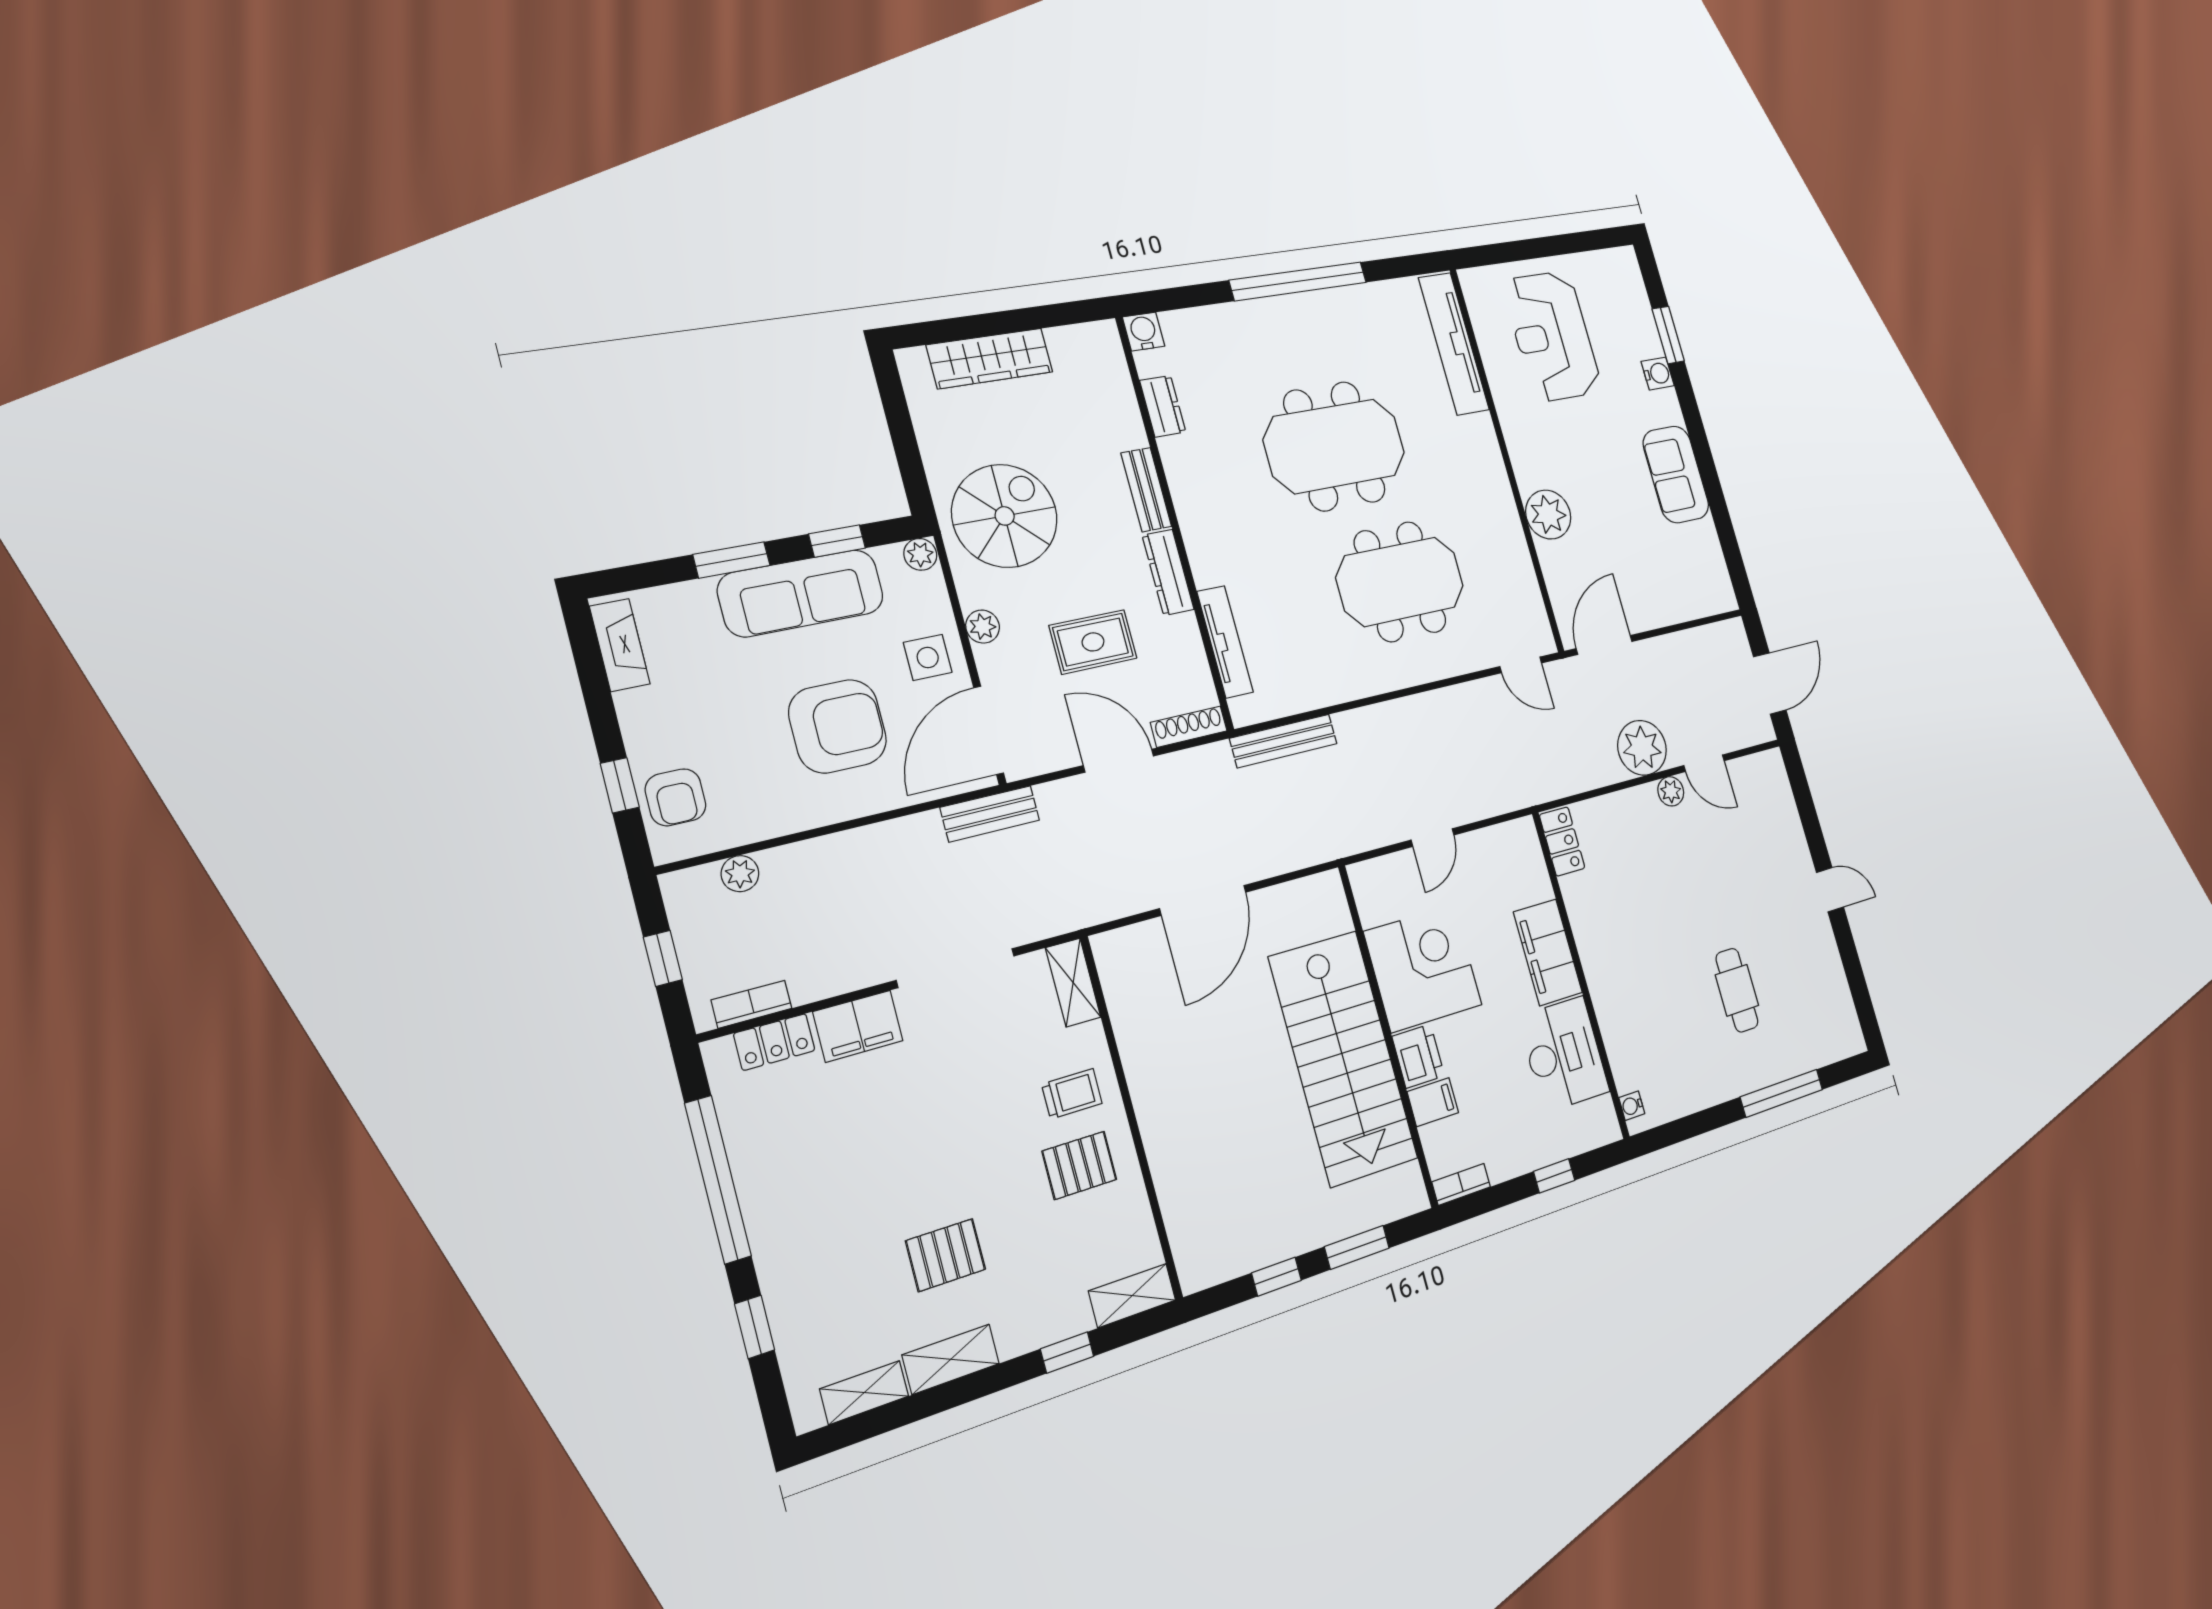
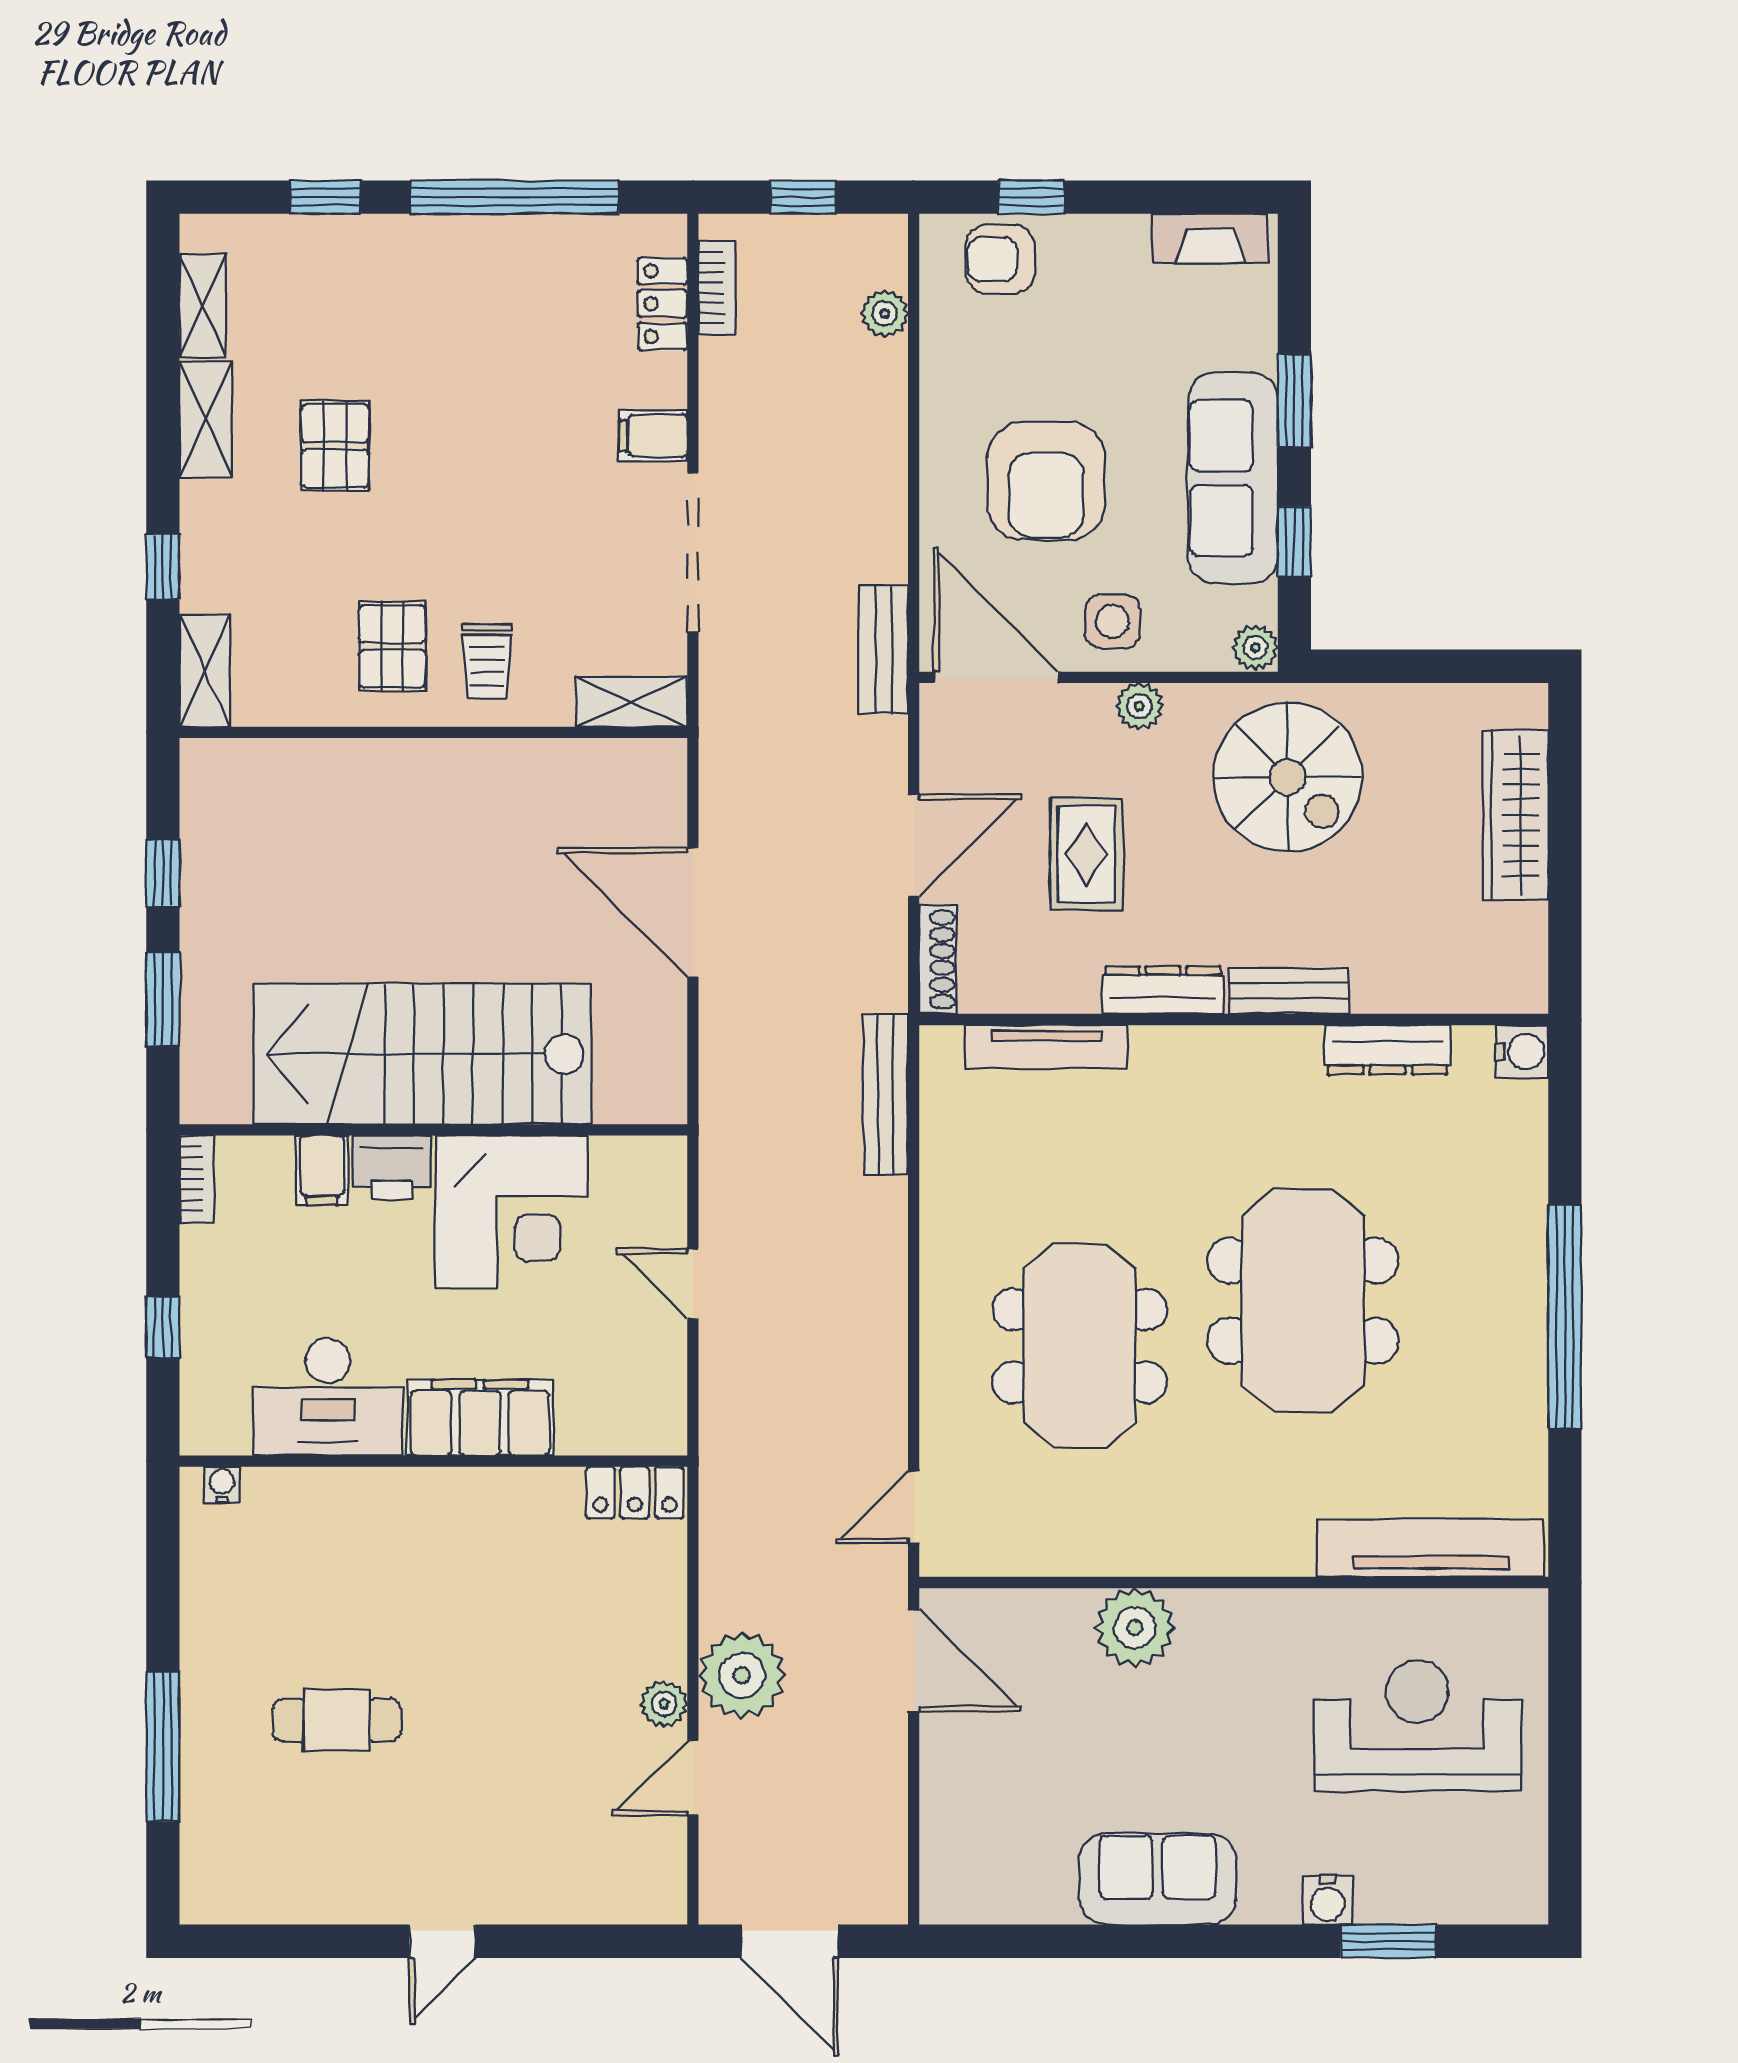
dresser: (1163, 406) -> (1387, 1050), width x1.44
filing cabinet: (858, 1026) -> (653, 436), width x0.50

